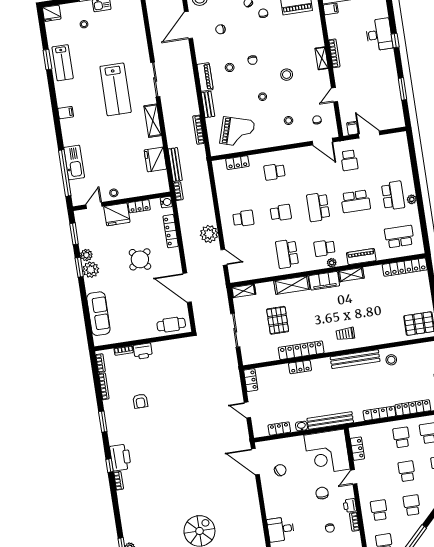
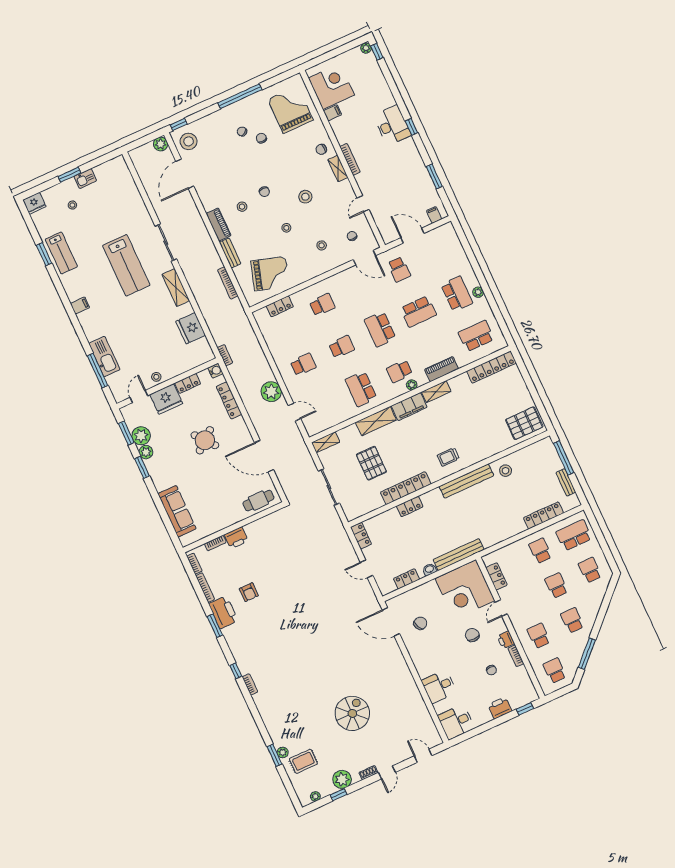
chair: (220, 29) -> (321, 149), moved
filing cabinet: (352, 128) -> (434, 215), moved
bench: (175, 165) -> (214, 328), removed
school desk: (274, 172) -> (322, 305), turned 180
window: (65, 173) -> (98, 371), width x0.68
plant: (91, 270) -> (141, 436), moved
locker: (379, 413) -> (509, 532), removed
printer: (120, 458) -> (223, 612), moved

